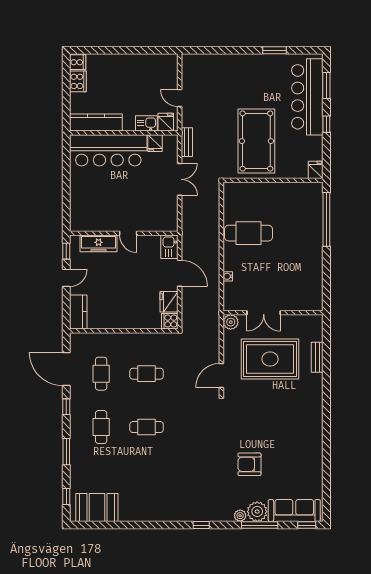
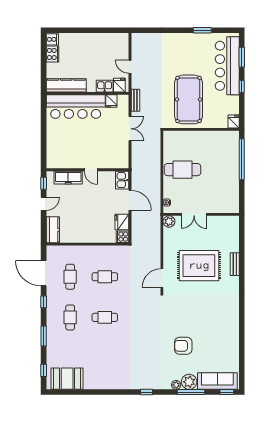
double door: (264, 313) -> (194, 214), moved
wall: (273, 313) -> (201, 214), moved
plant: (231, 322) -> (169, 221), moved

